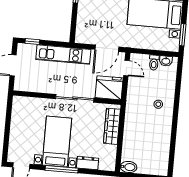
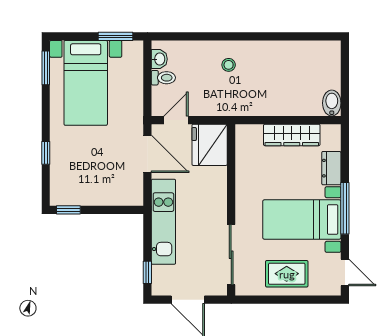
sliding door: (75, 98) -> (231, 255), moved
wardrobe: (112, 126) -> (292, 135), moved
rug: (24, 129) -> (287, 274), added

